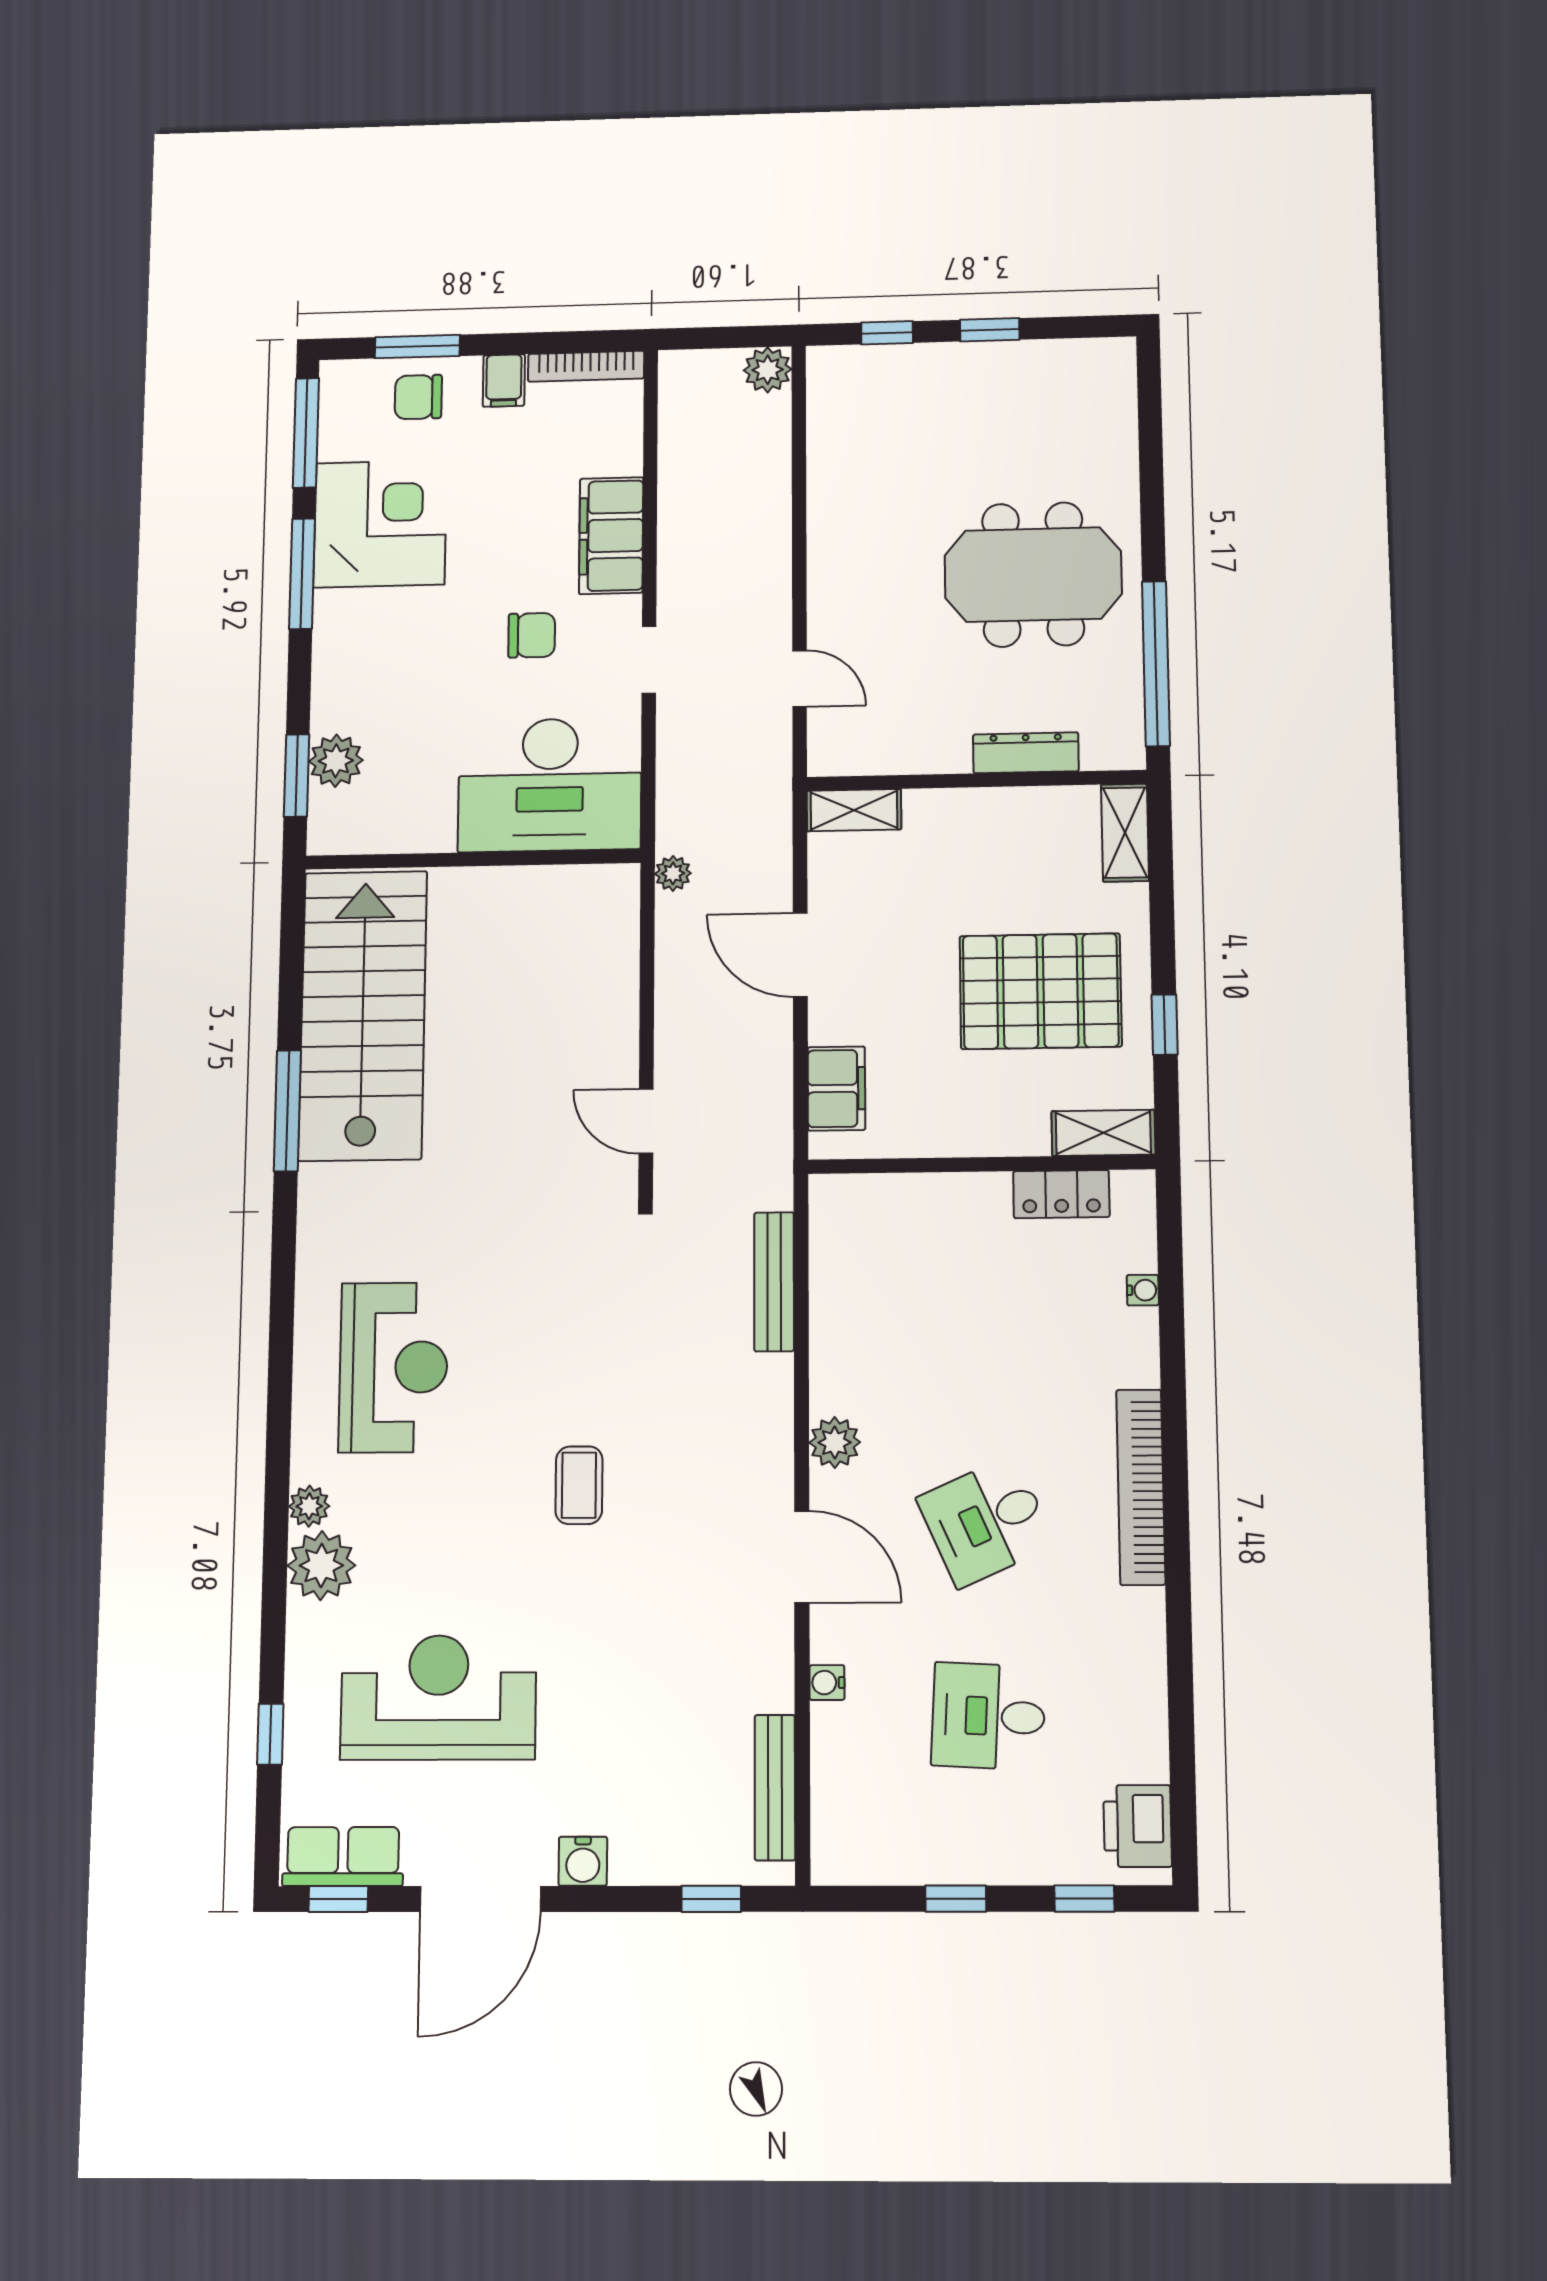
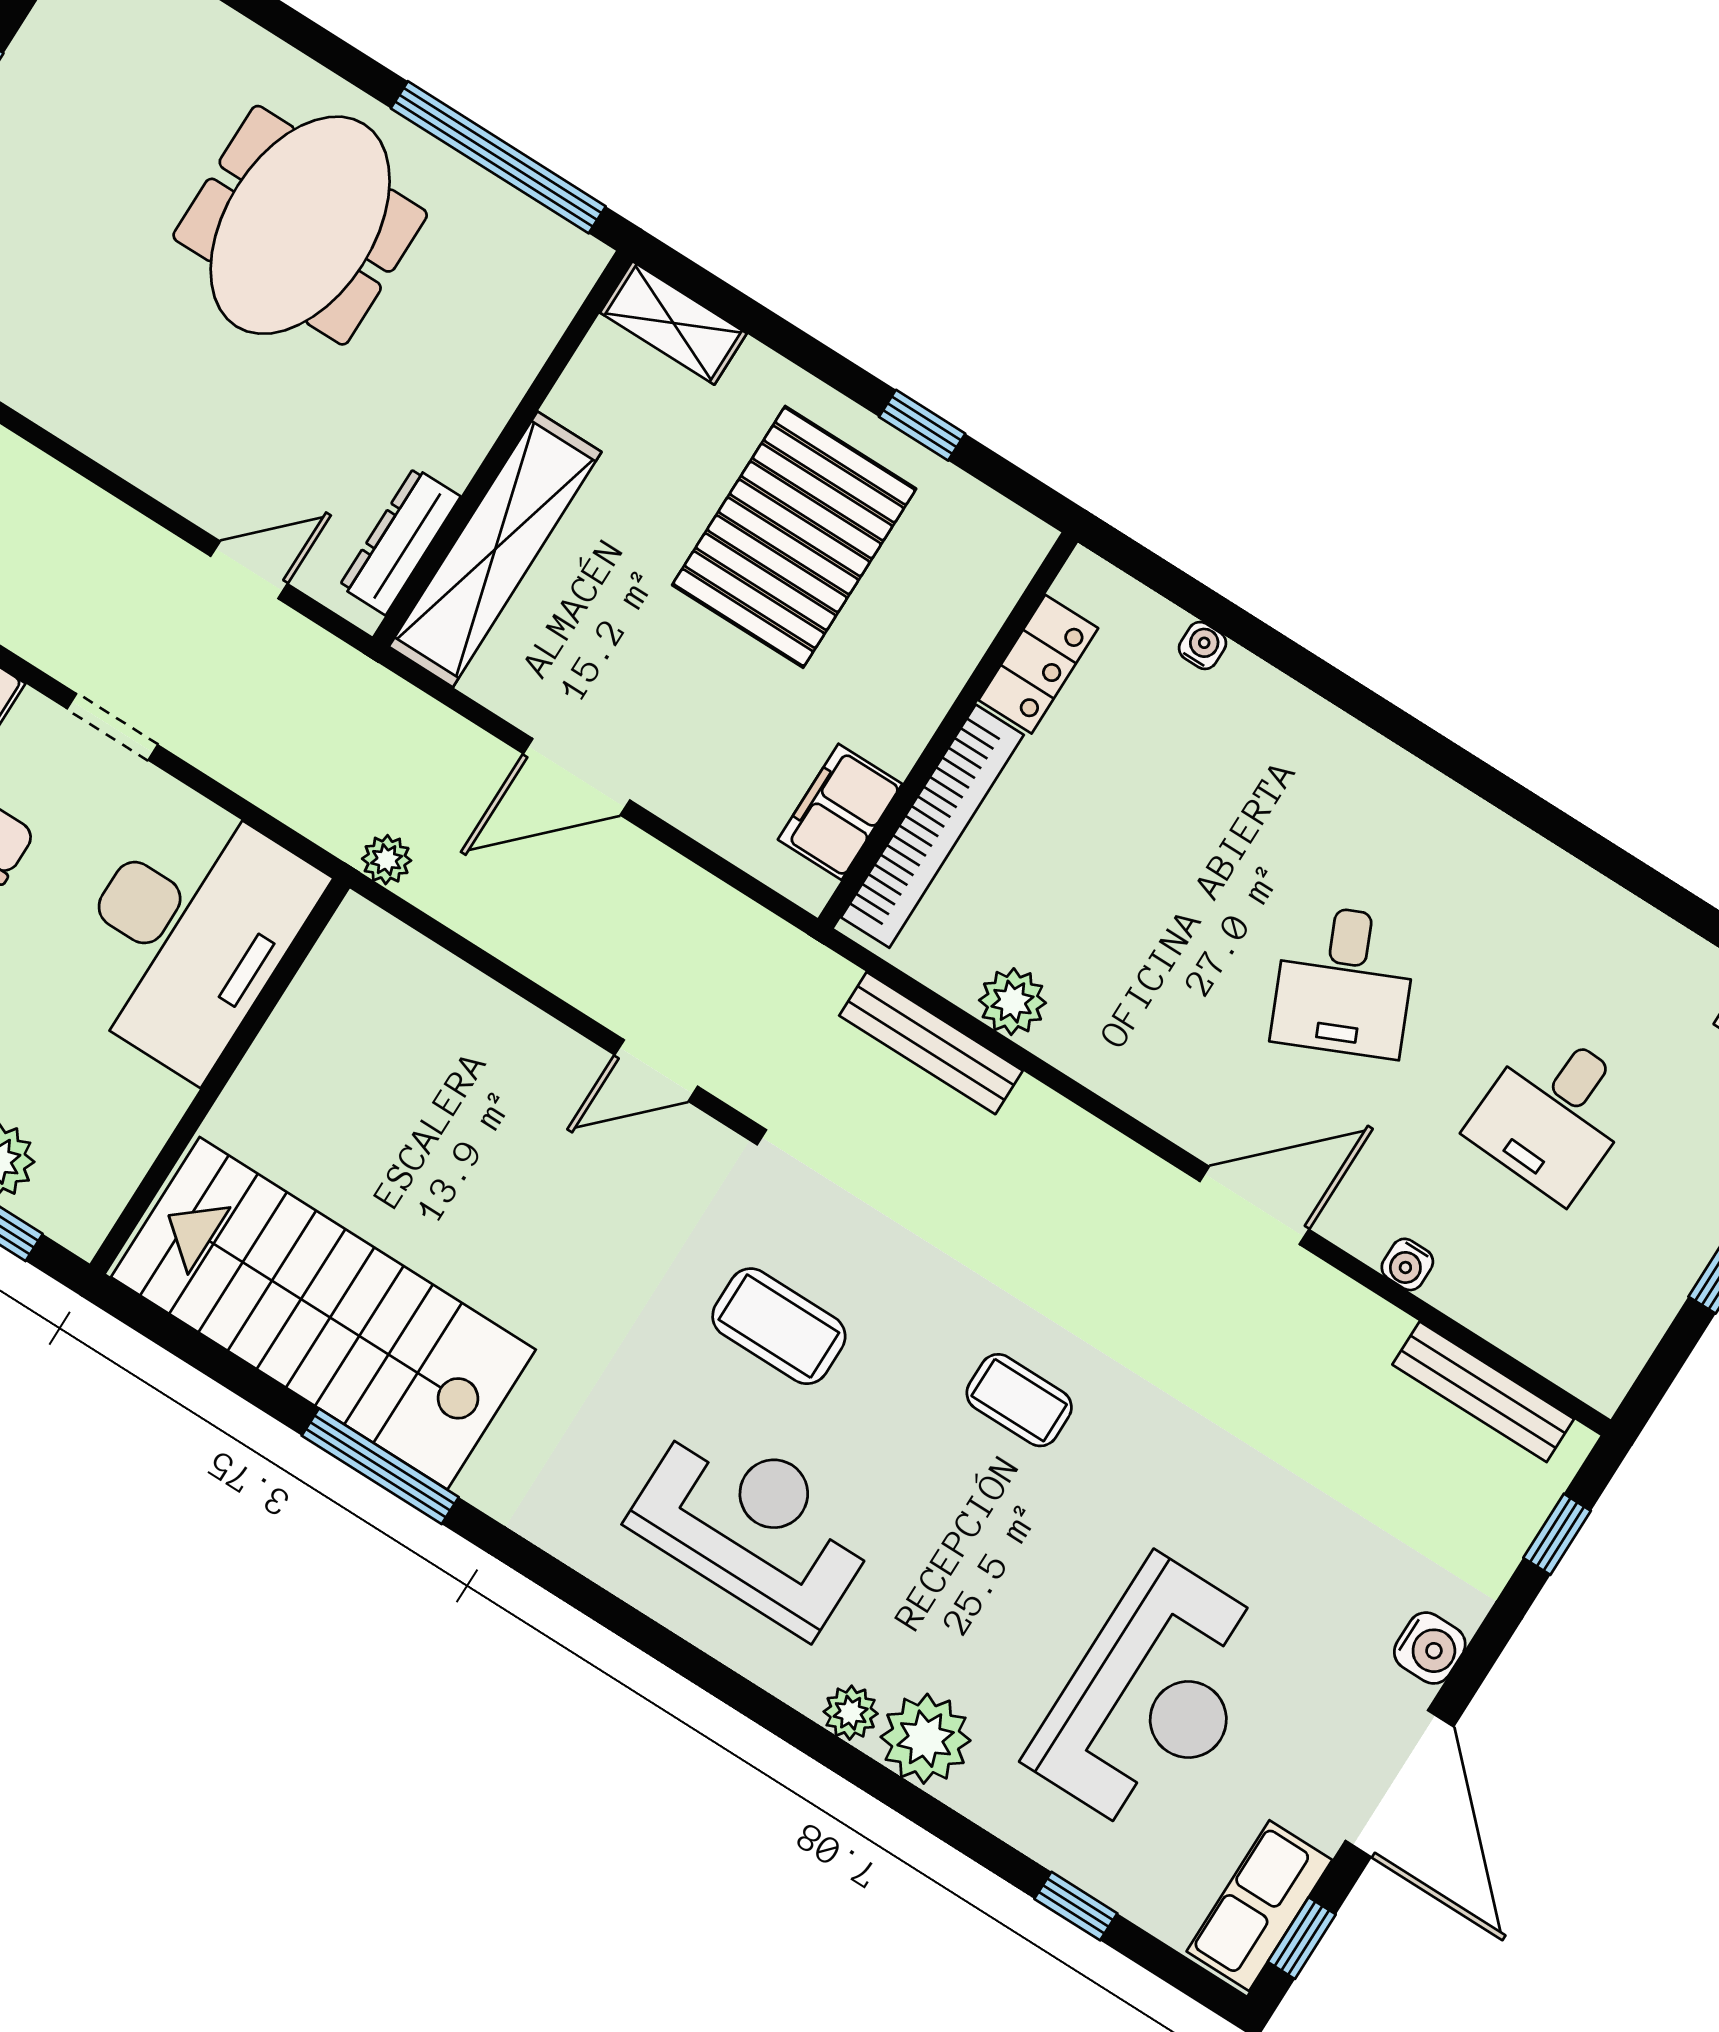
dresser: (1026, 753) -> (400, 541), moved
shelving: (854, 810) -> (495, 549), width x2.20, depth x1.33
filing cabinet: (836, 1088) -> (840, 812), moved, turned -90
shelving: (1103, 1133) -> (1000, 573), removed
coffee table: (531, 1302) -> (779, 1326), added
plant: (835, 1442) -> (1012, 1002), moved
bookcase: (1141, 1487) -> (932, 826), moved, turned -90
reception desk: (438, 1697) -> (1153, 1697), turned 180

